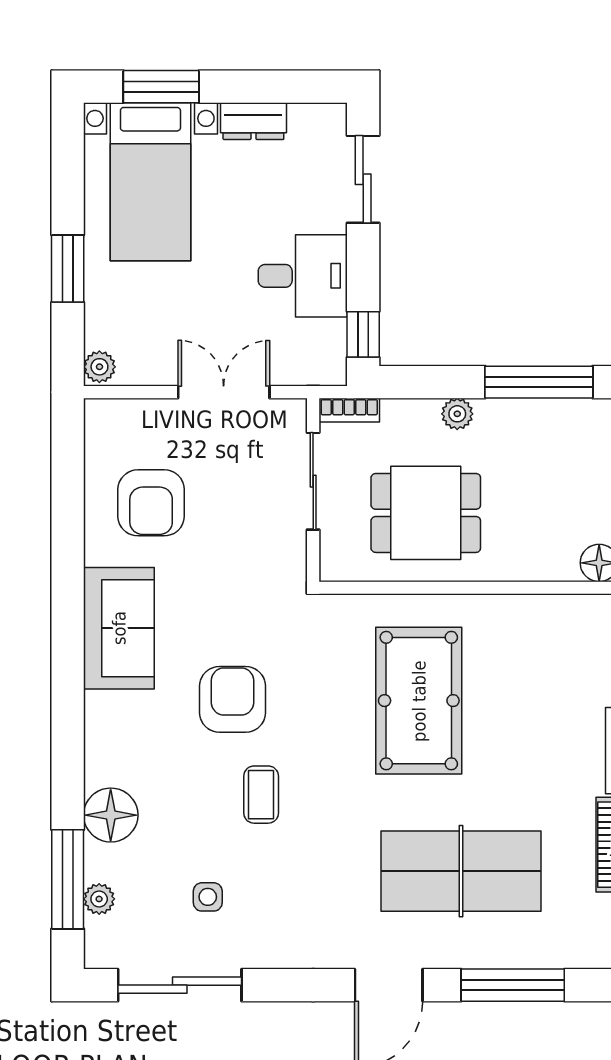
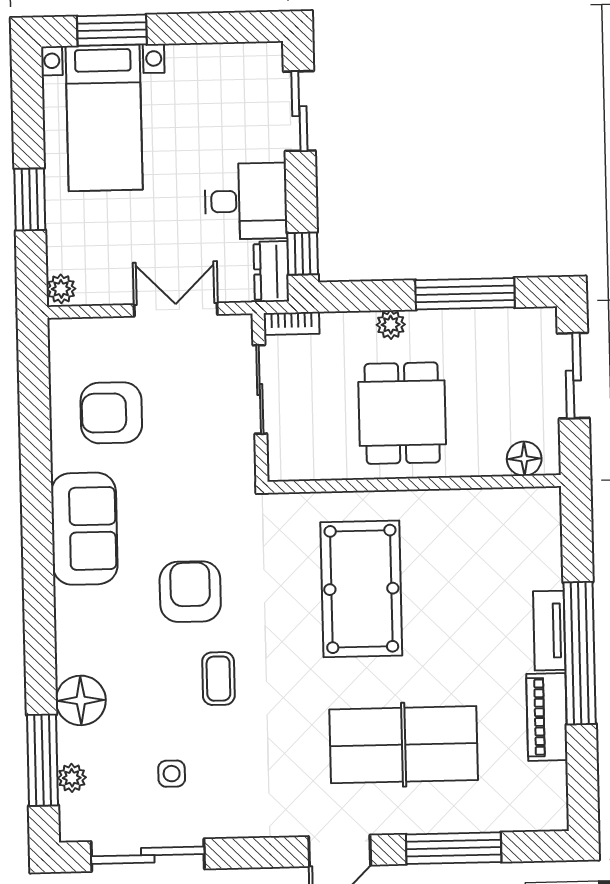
dresser: (253, 121) -> (271, 272), moved, turned 90
armchair: (151, 503) -> (111, 413), turned 90
dining table: (426, 513) -> (402, 413), moved, turned 90

